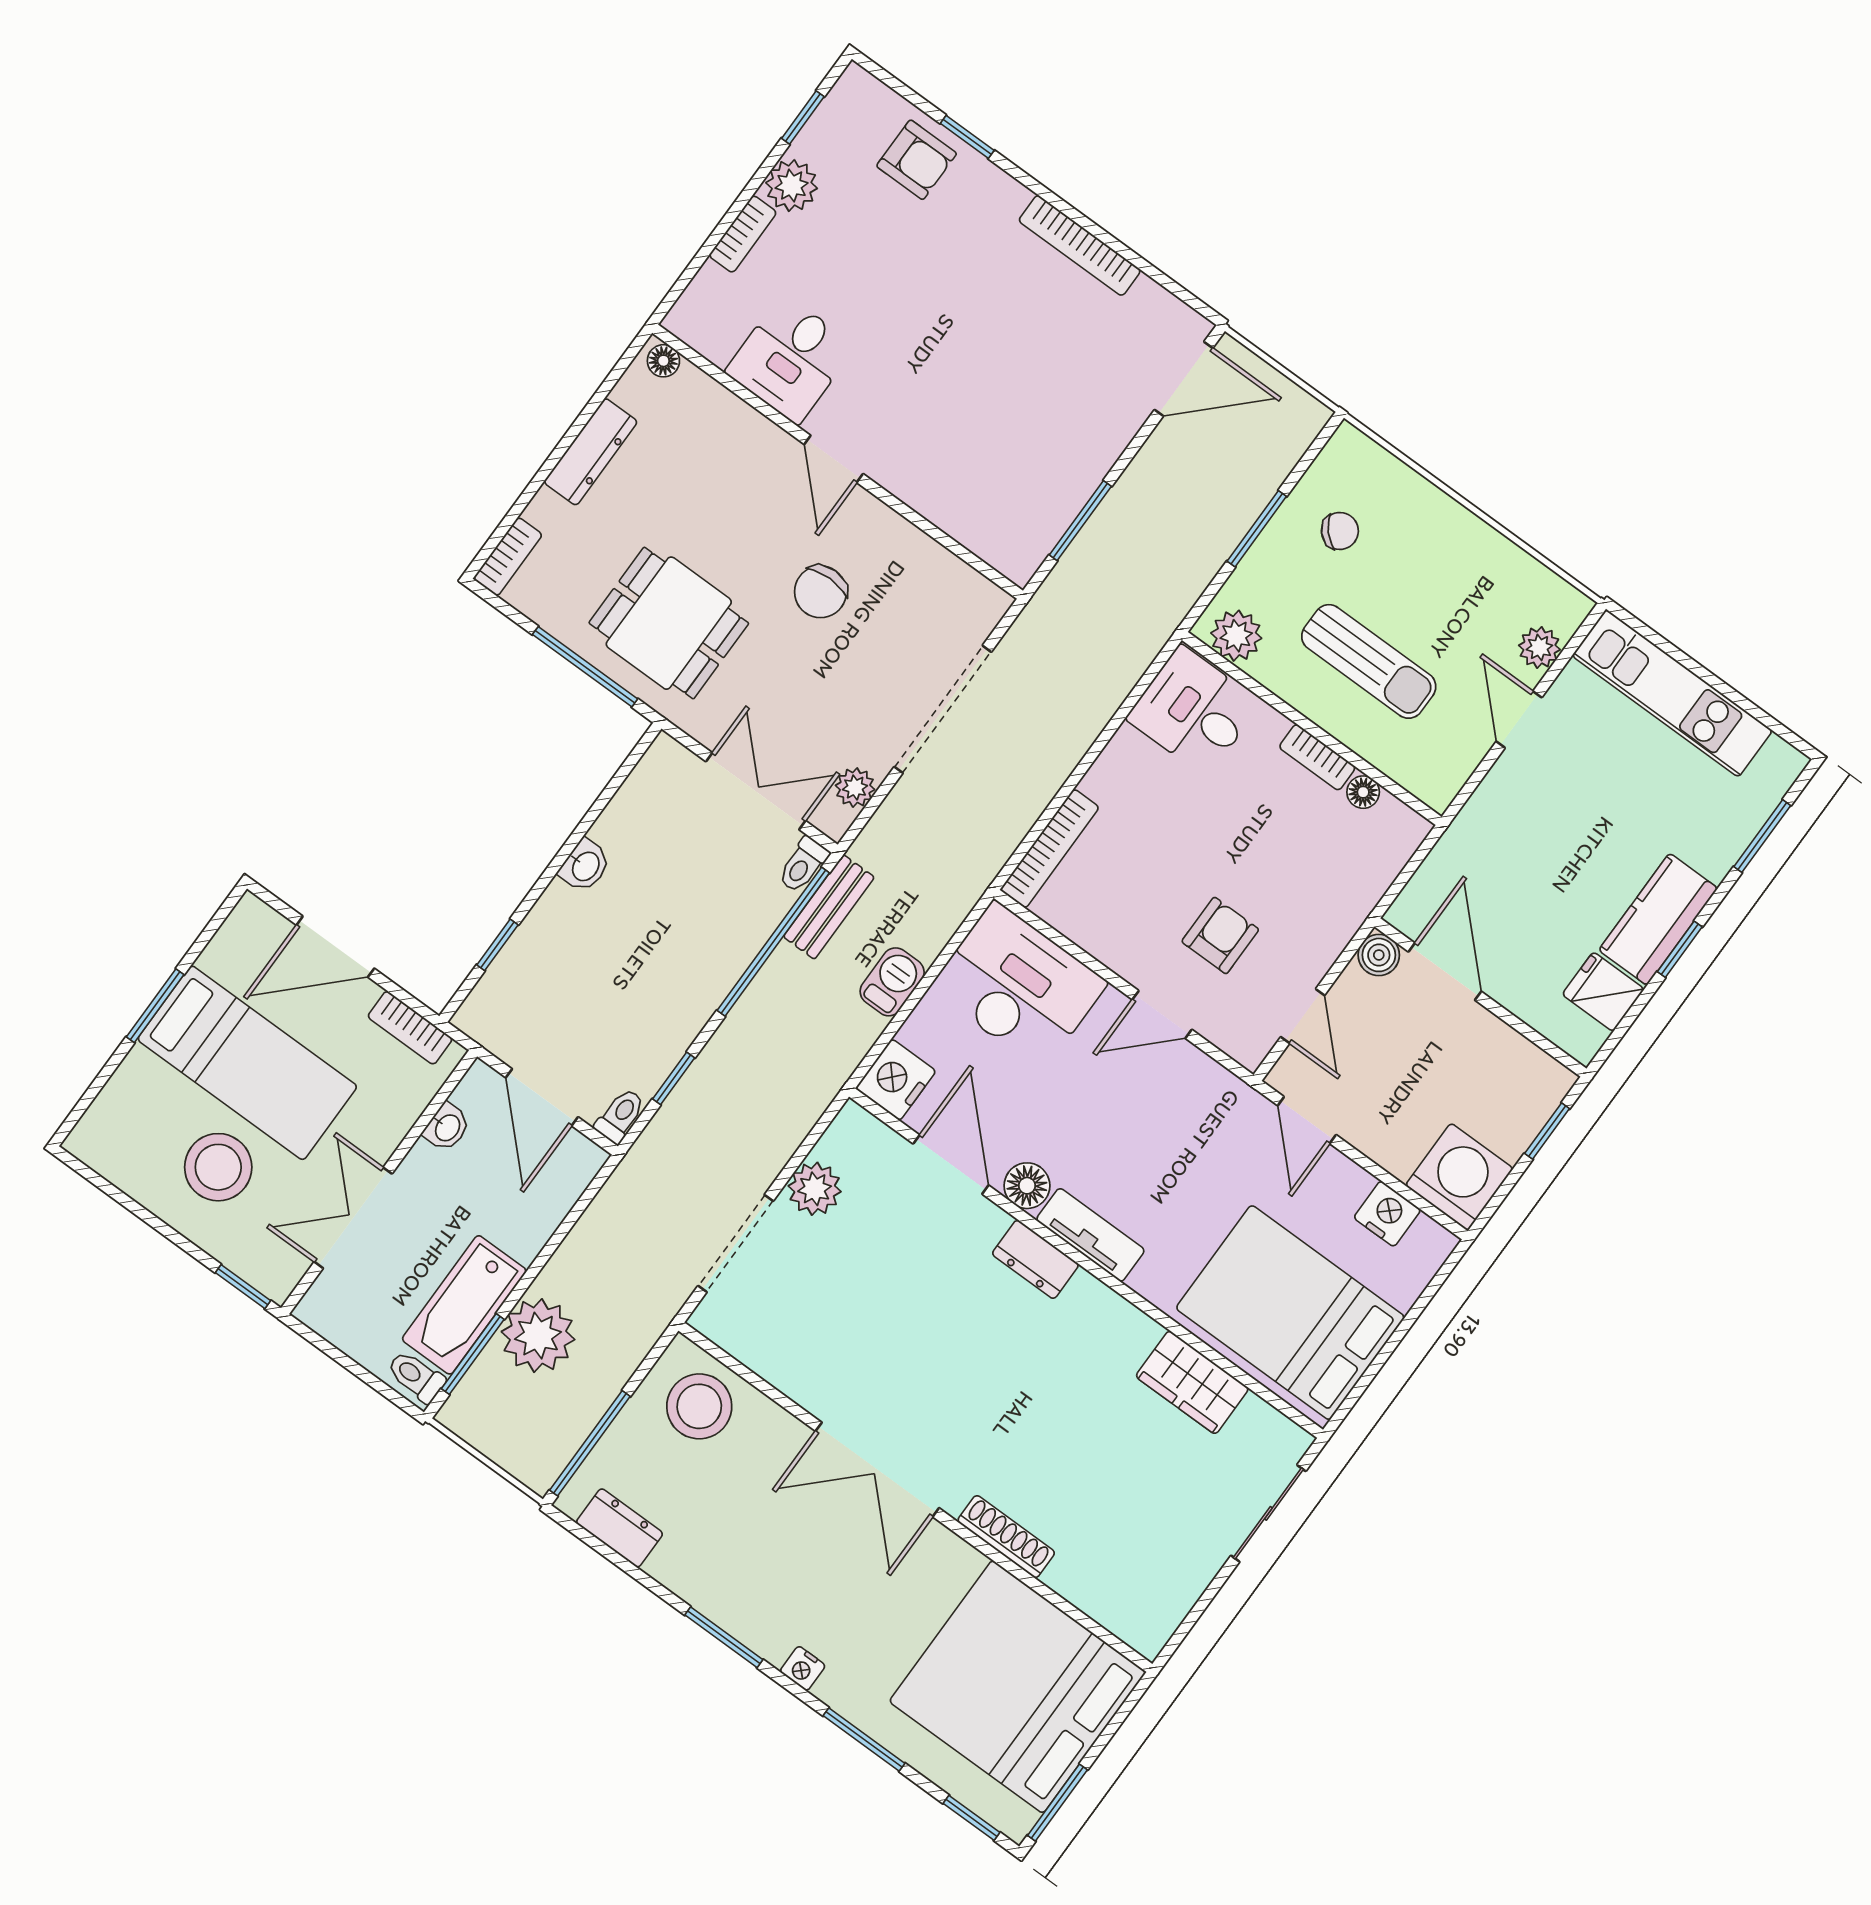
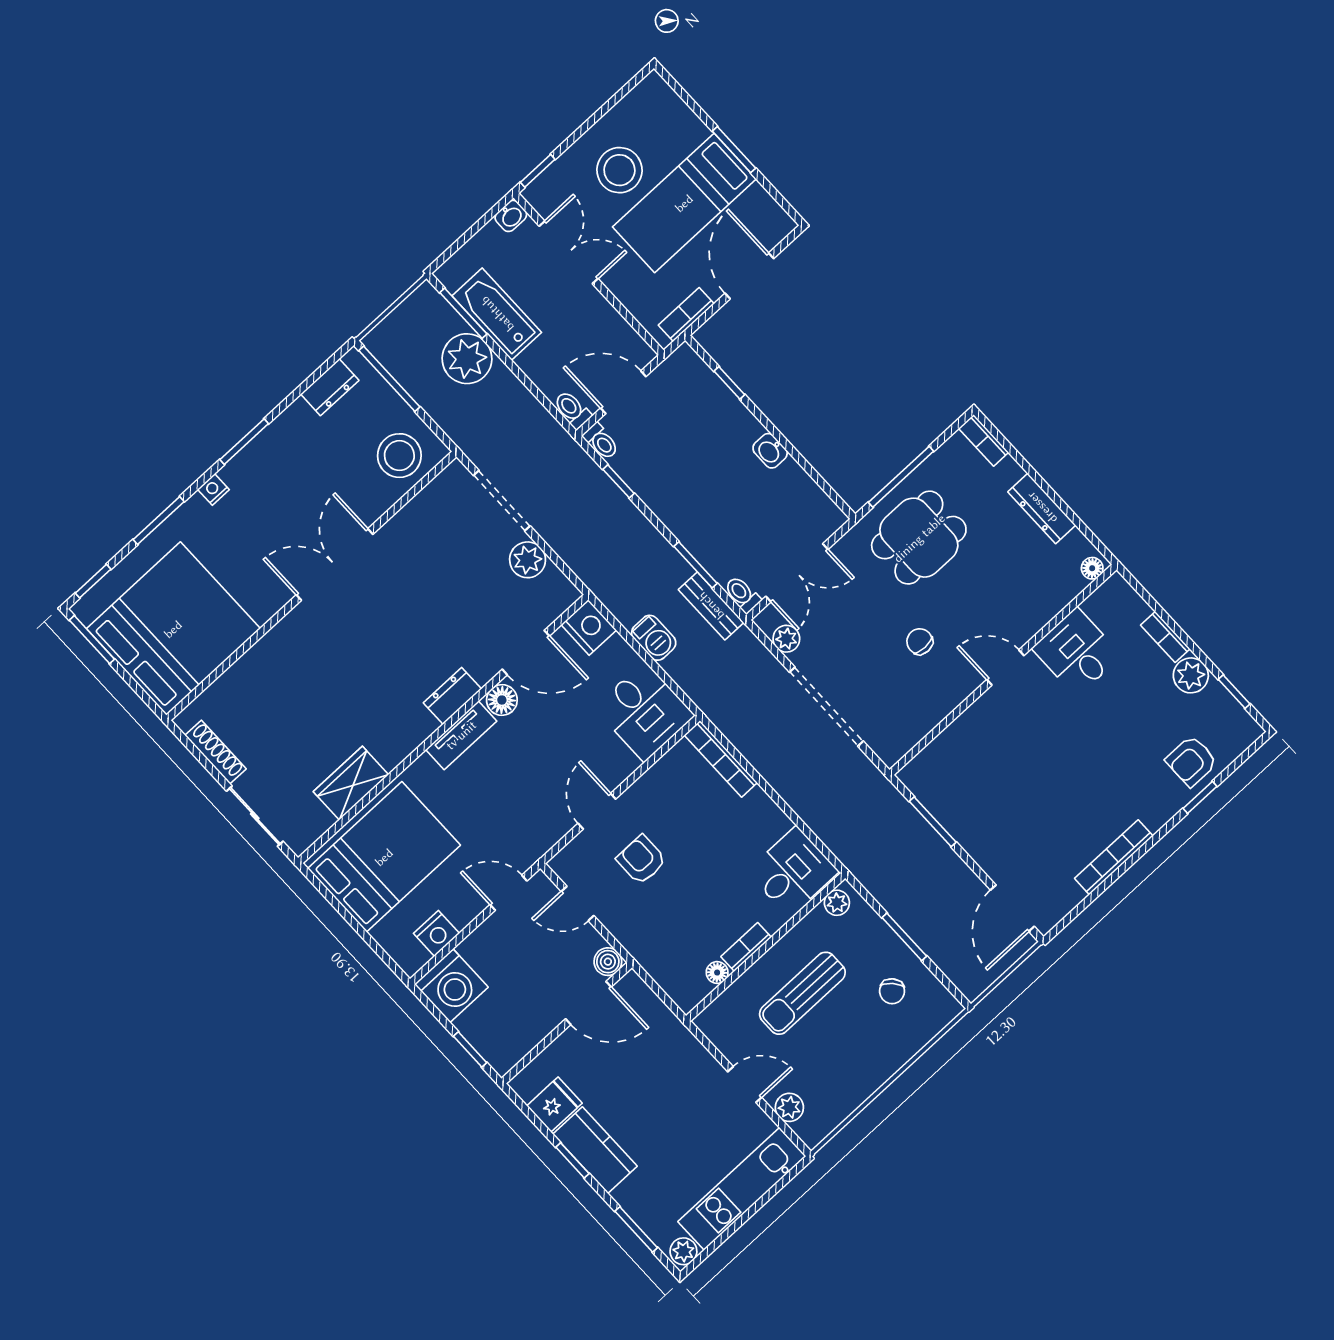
chair: (820, 592) -> (920, 641), width x0.73, depth x0.73
plant: (1236, 636) -> (837, 903), width x0.73, depth x0.73
plant: (1780, 761) -> (683, 1251), added
armchair: (1220, 935) -> (641, 860), turned 180
window: (773, 942) -> (696, 565), width x0.47
desk: (1018, 986) -> (644, 712), width x0.73
washbasin: (447, 1127) -> (511, 216), moved, turned -90
toilet: (416, 1376) -> (572, 410), moved, turned -90
shoe rack: (1006, 1537) -> (215, 752), moved, turned -90

